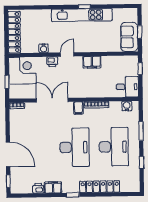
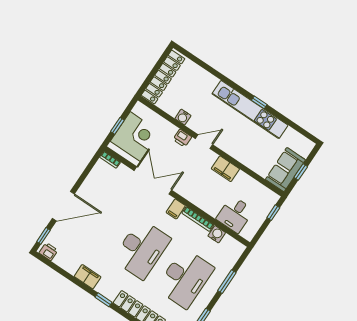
corner desk: (22, 71) -> (135, 136), moved
desk: (127, 87) -> (235, 214), moved, turned 90
water cooler: (127, 106) -> (217, 234), moved
door: (8, 154) -> (63, 206), hinge flipped
printer: (38, 188) -> (48, 252), moved

